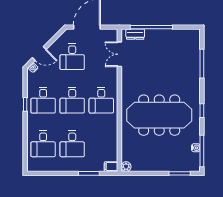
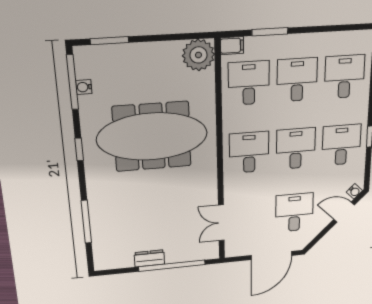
dresser: (135, 34) -> (149, 258), moved
double door: (119, 54) -> (221, 223), swing flipped
desk: (101, 144) -> (249, 83), added
plant: (126, 167) -> (198, 55), width x1.88, depth x1.88

